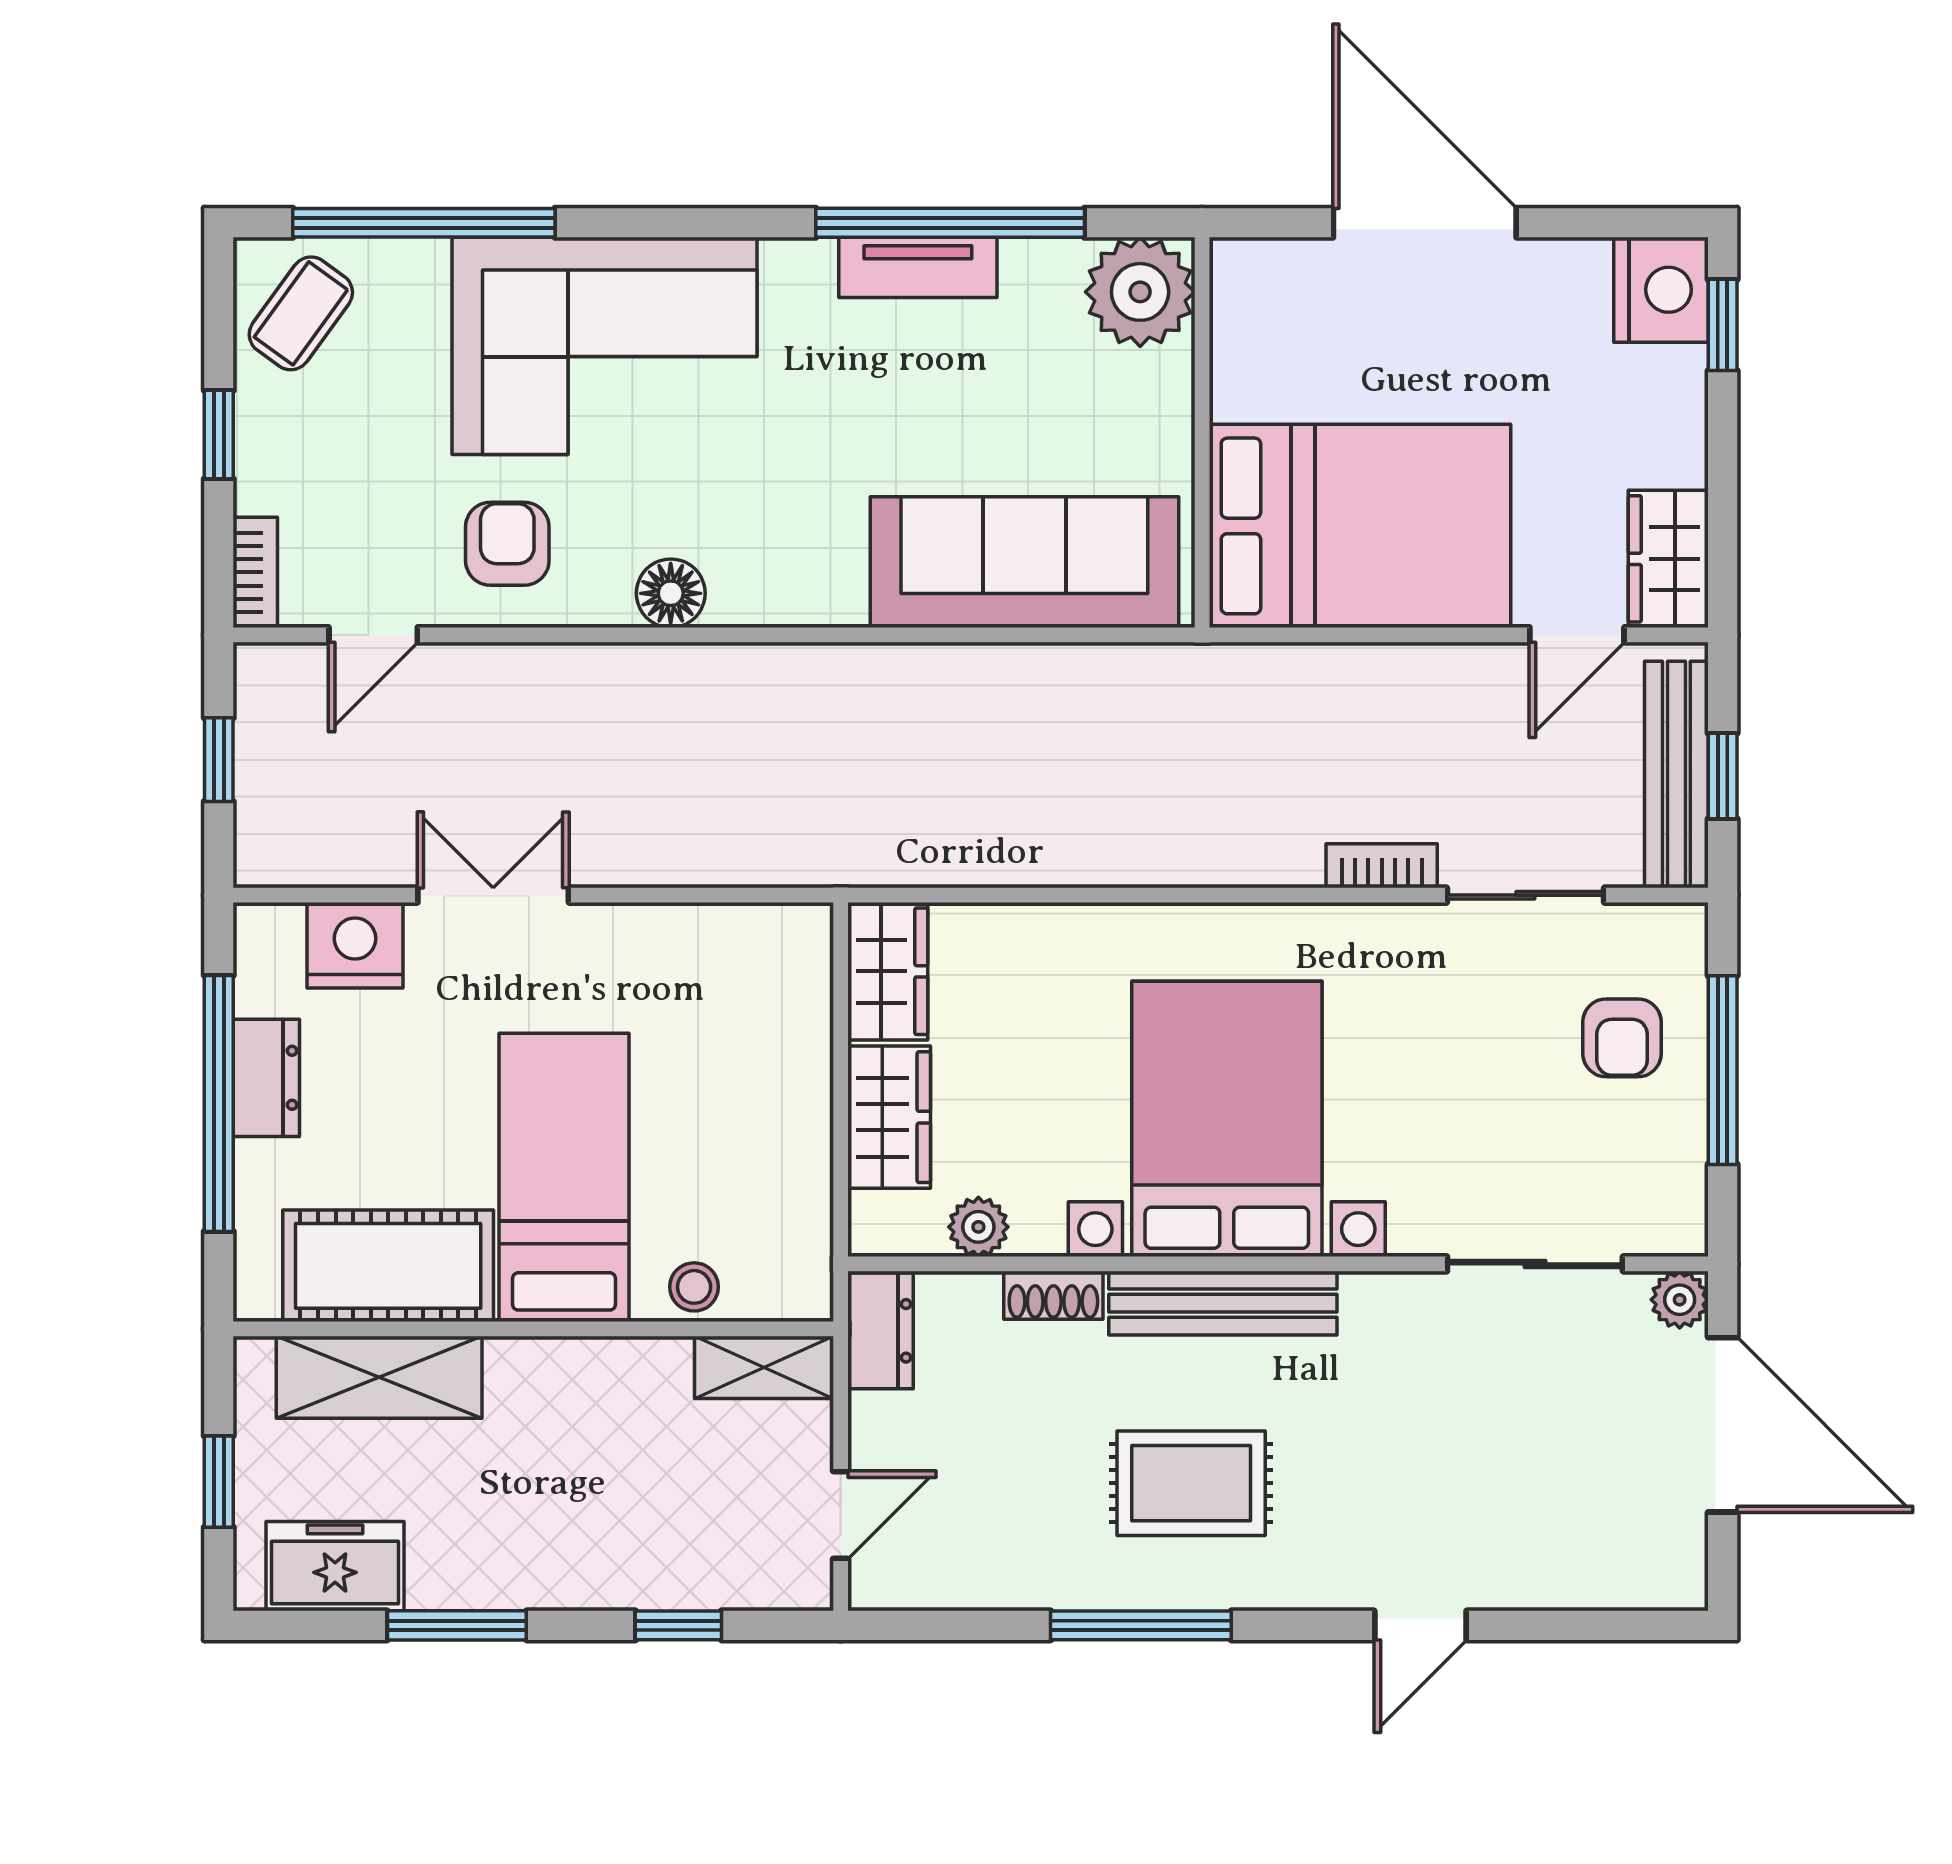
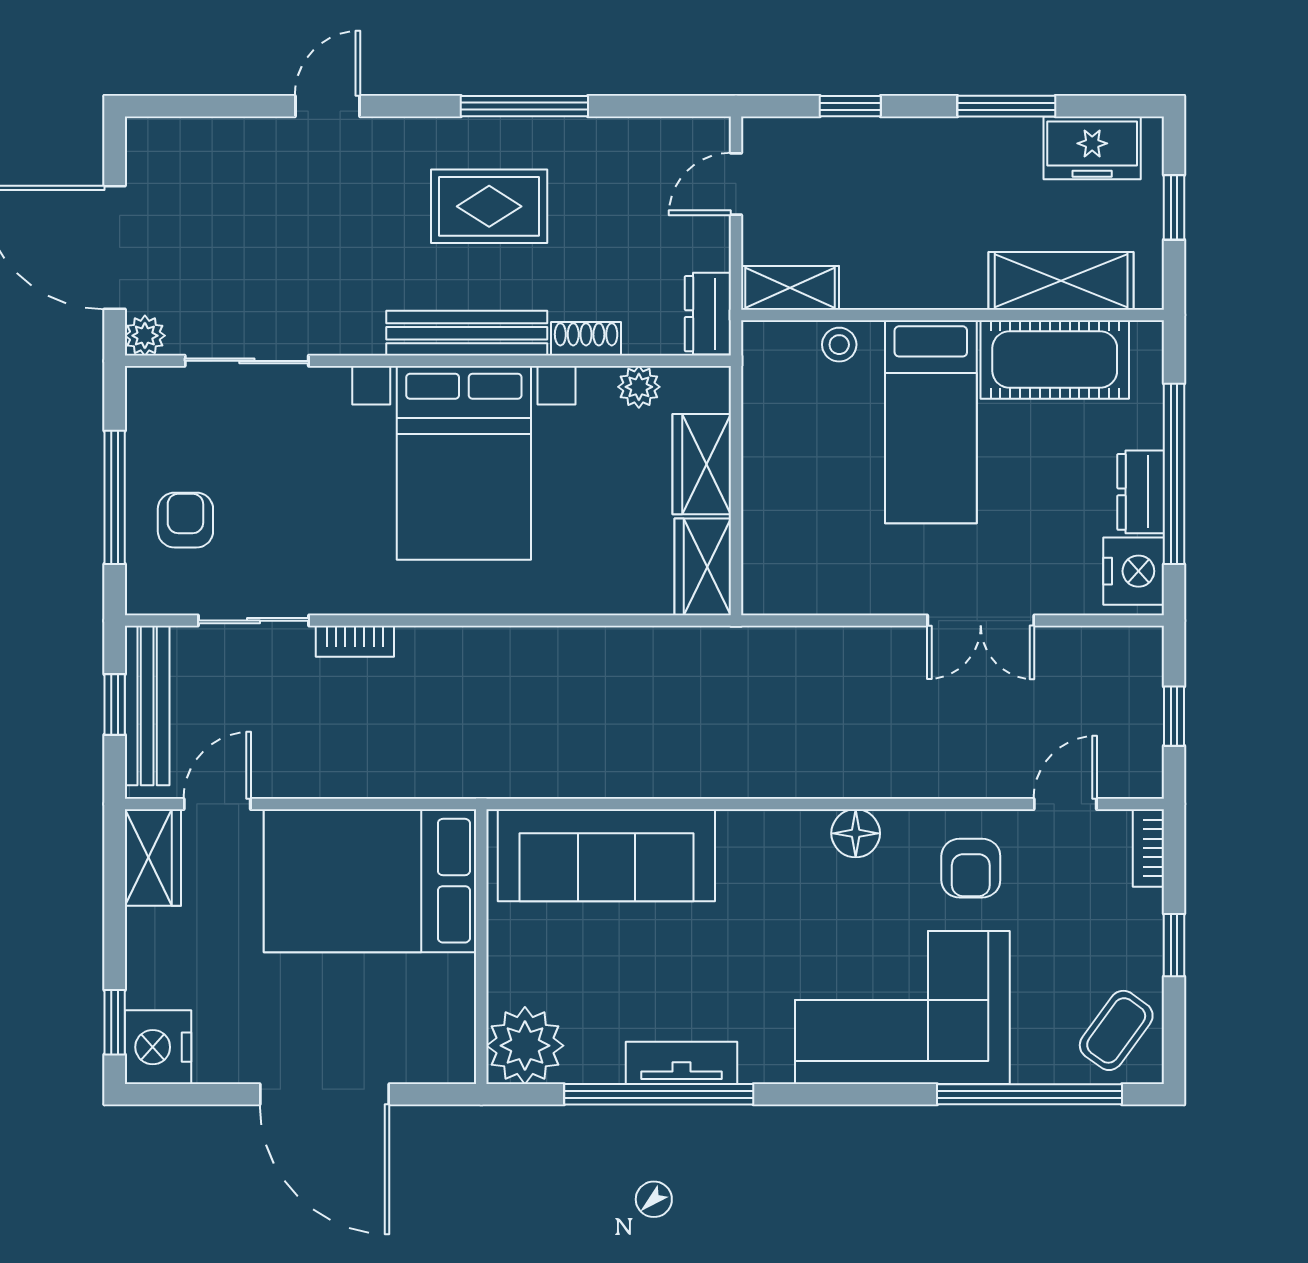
nightstand: (355, 945) -> (1134, 571), moved, turned -90

